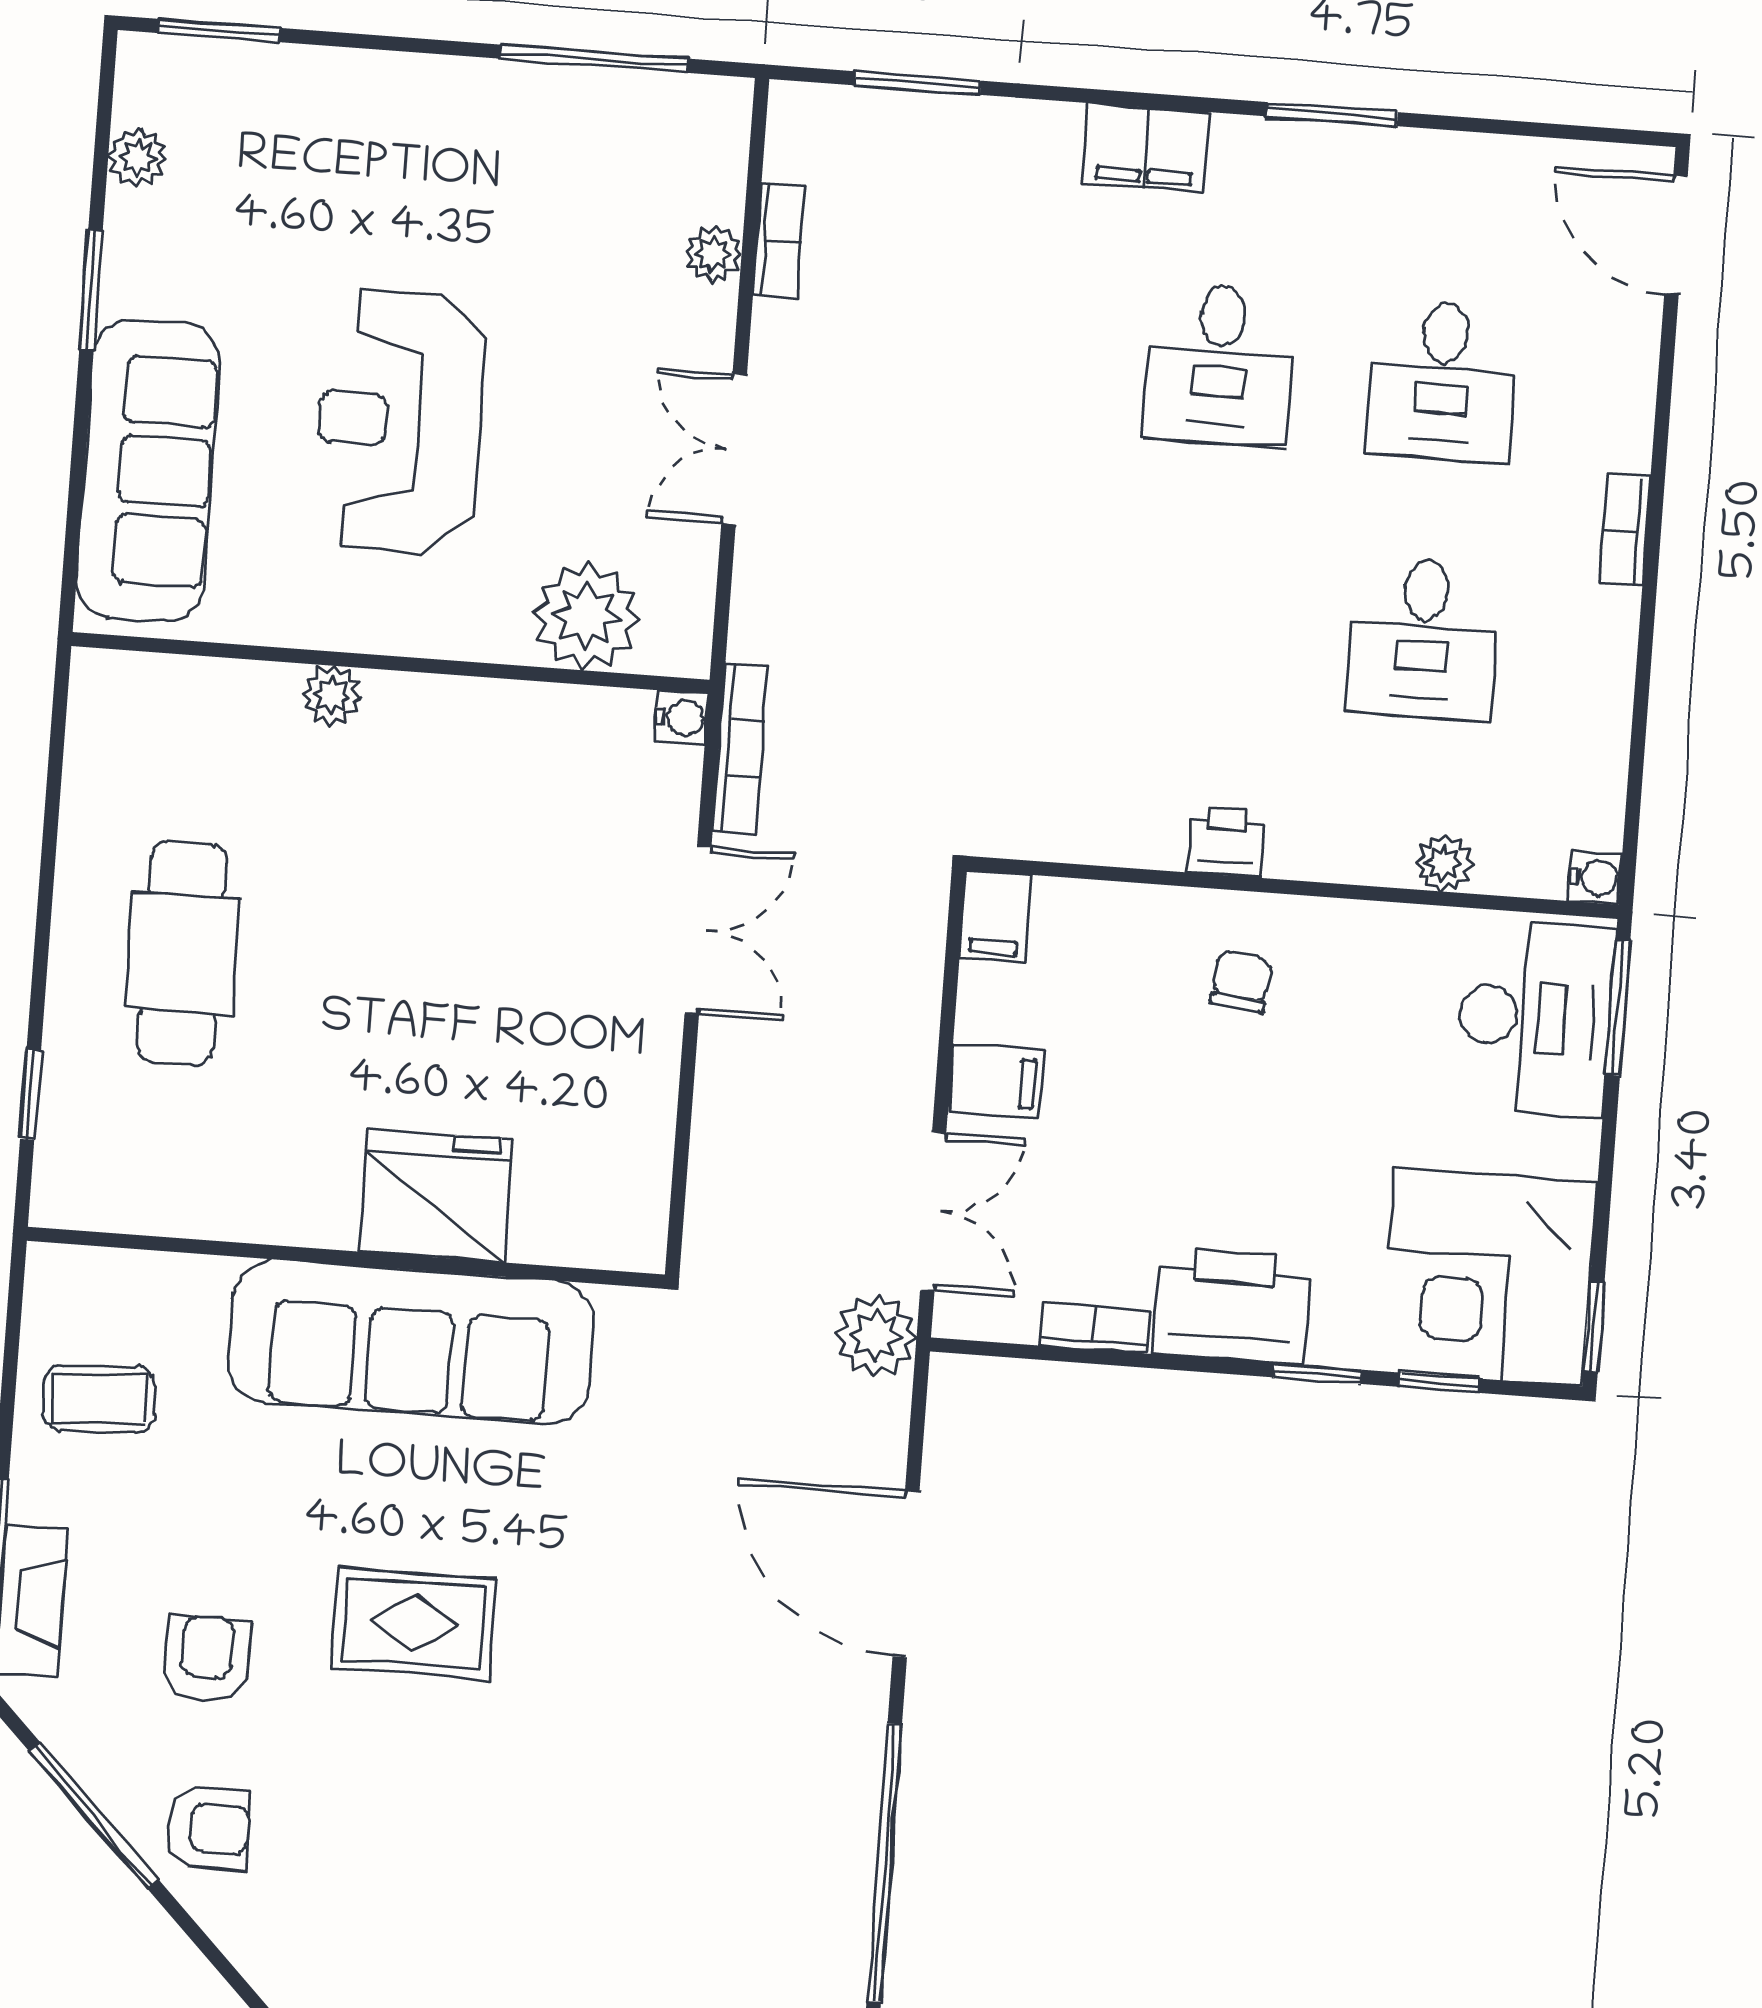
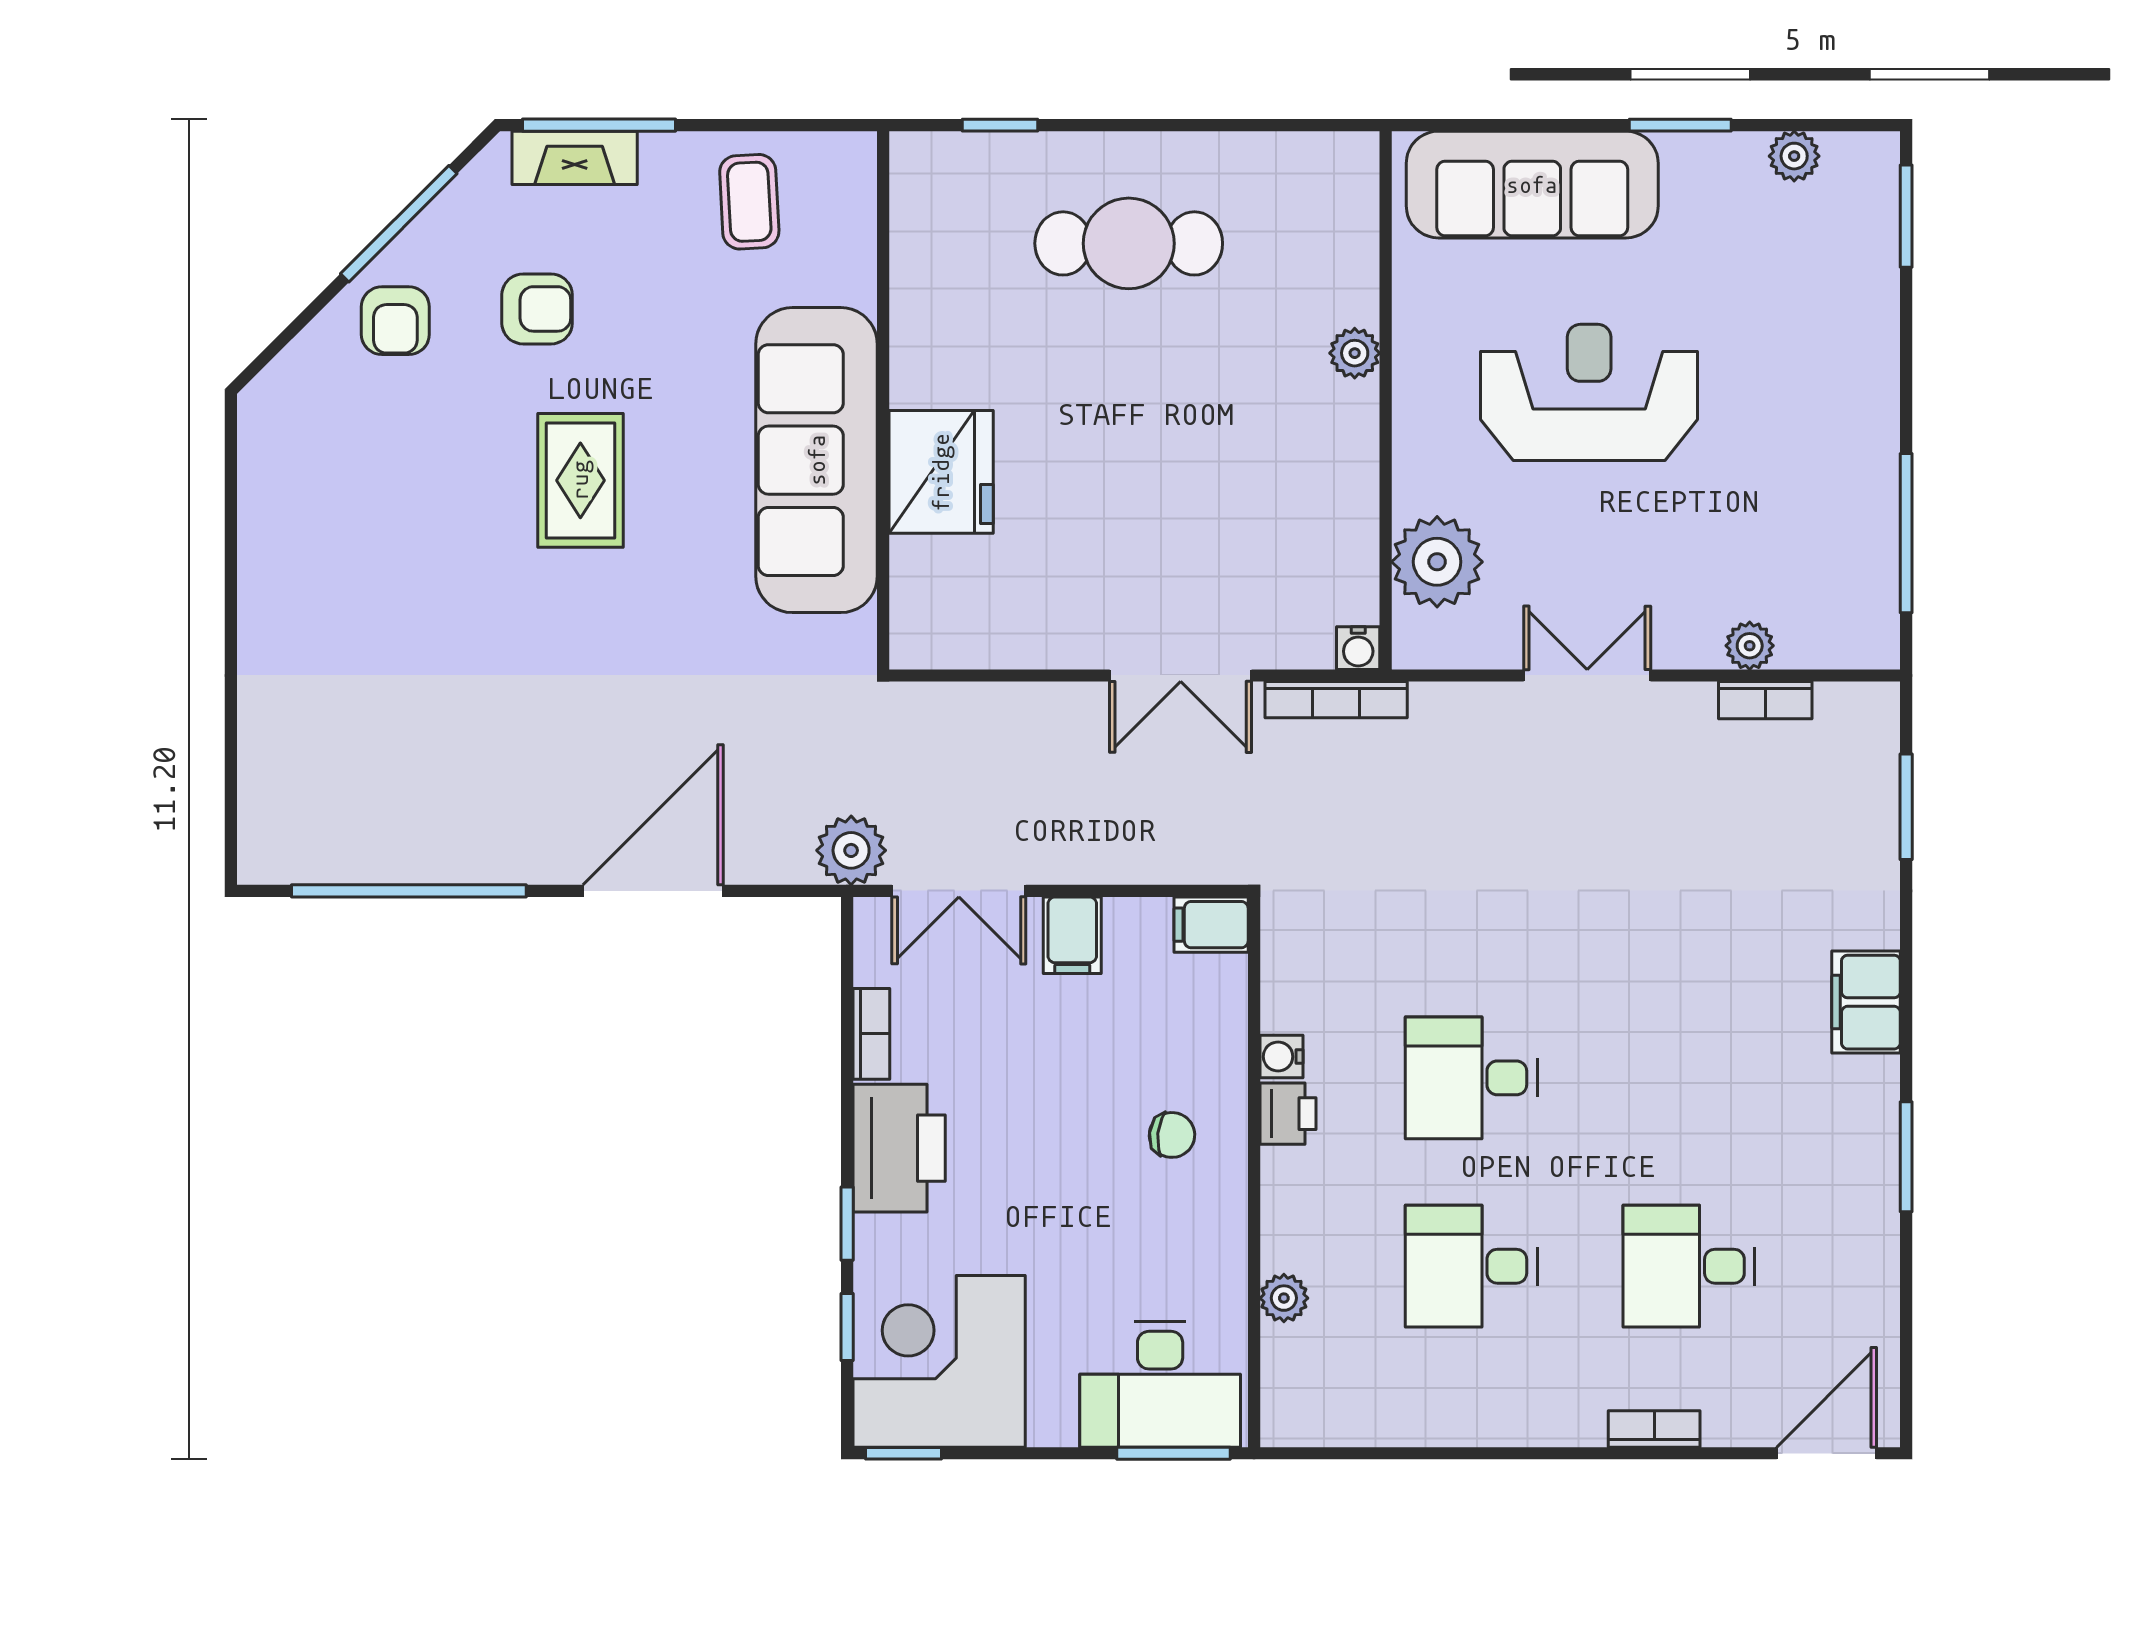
desk: (1220, 364) -> (1471, 1078), moved
bookcase: (1625, 530) -> (1654, 1429), moved
water cooler: (1595, 877) -> (1281, 1057), moved, turned 90

